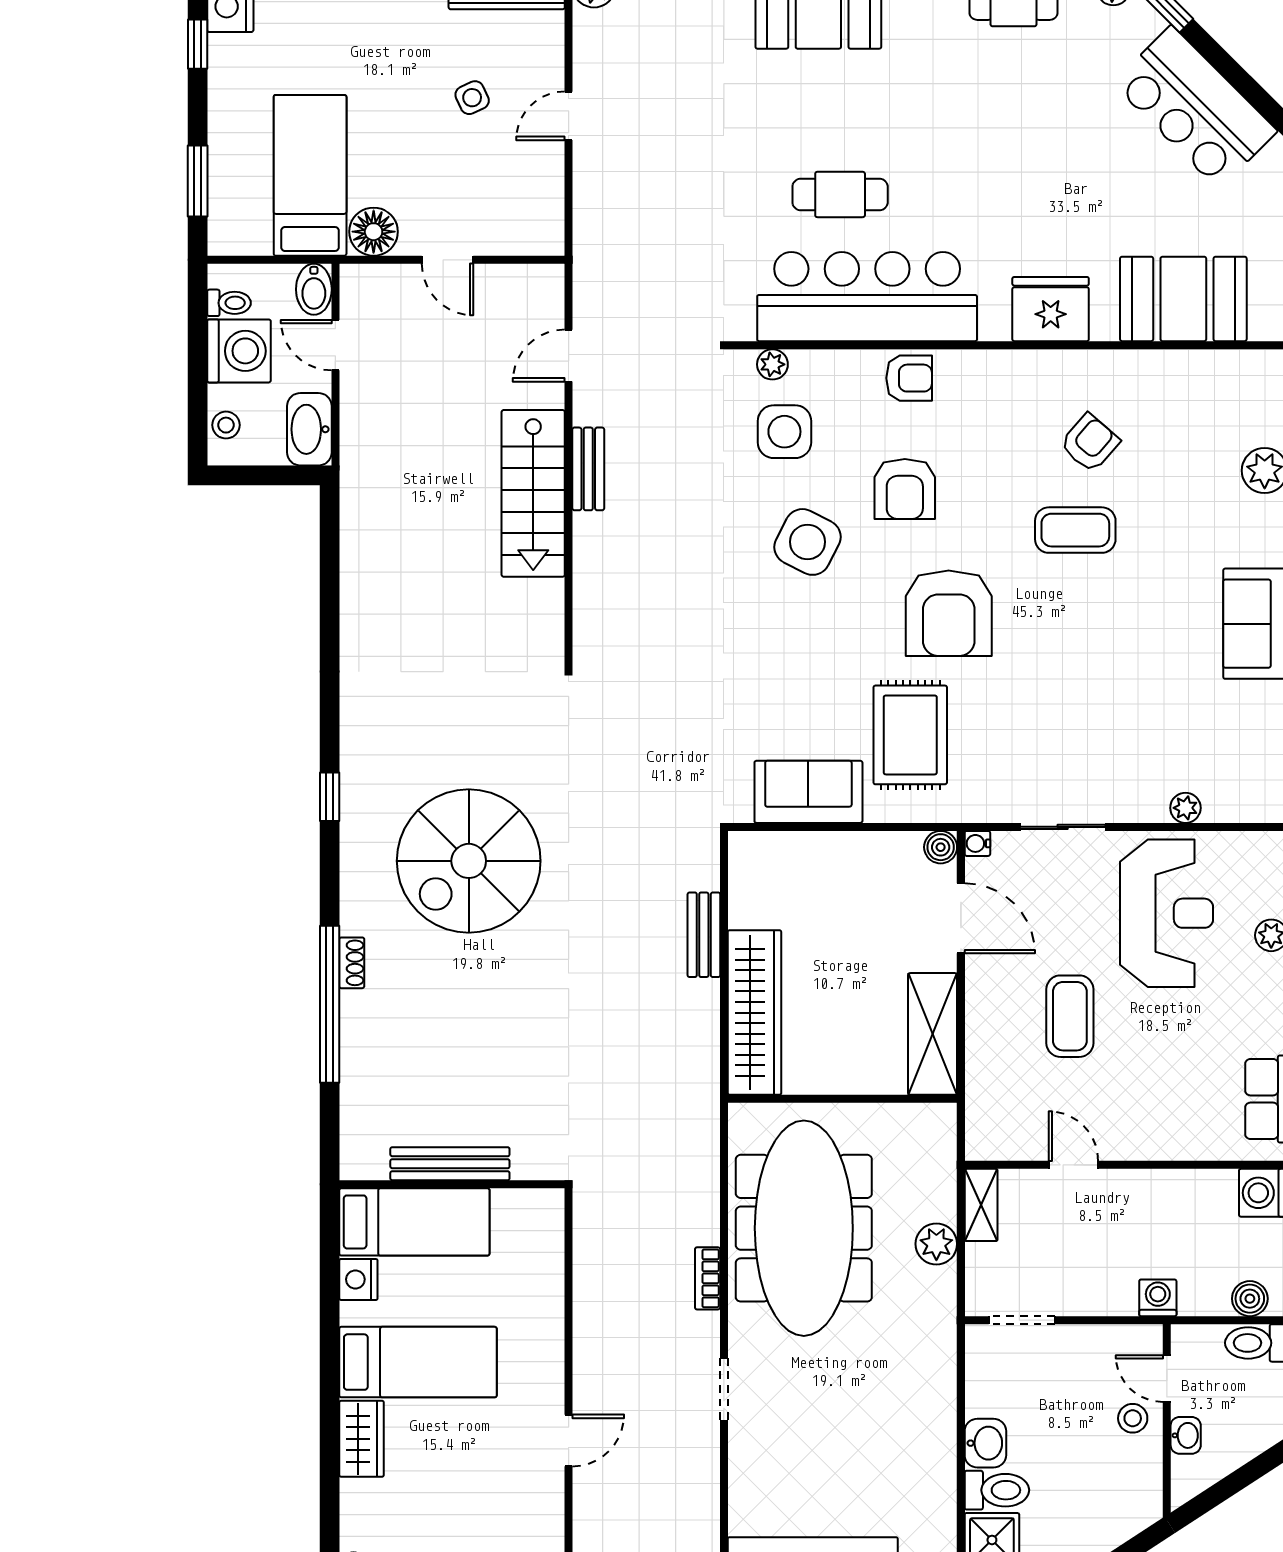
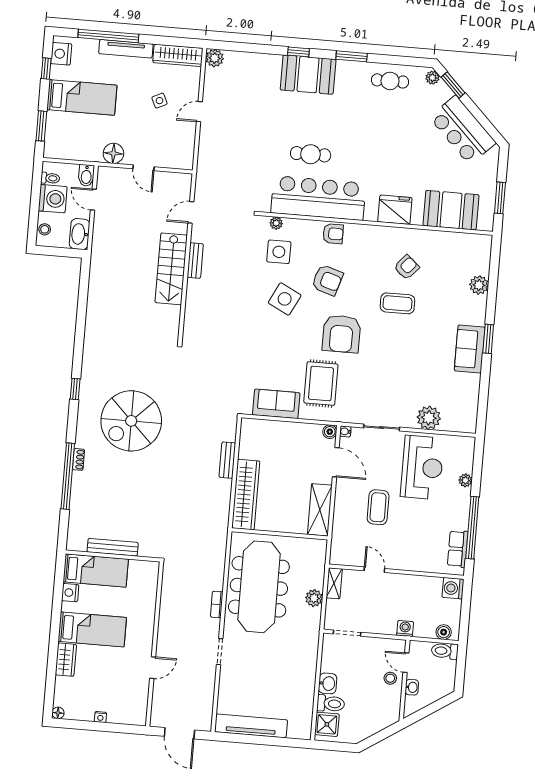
bed: (310, 175) -> (82, 97), moved, turned 90
armchair: (905, 489) -> (327, 280), turned -73
plant: (1185, 808) -> (429, 418), width x1.87, depth x1.87

